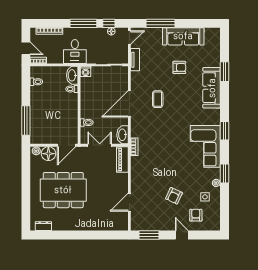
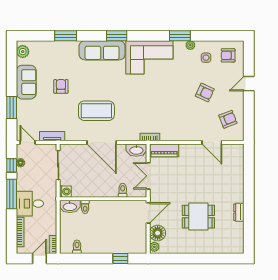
window: (161, 23) -> (12, 107), width x0.69
plant: (210, 33) -> (23, 52), added
sofa: (183, 36) -> (26, 82), width x0.73
desk: (75, 52) -> (30, 204), moved, turned 180
sofa: (212, 88) -> (102, 50), moved
coffee table: (158, 99) -> (96, 111), width x1.86, depth x1.72
window: (26, 120) -> (120, 259), width x0.46
window: (225, 131) -> (117, 36), moved
door: (66, 145) -> (148, 213), hinge flipped
dining table: (63, 190) -> (198, 217), width x0.53, depth x0.80
armchair: (196, 215) -> (228, 55), moved
armchair: (150, 216) -> (228, 119), added
dresser: (43, 226) -> (239, 212), moved
window: (149, 235) -> (249, 120), removed

